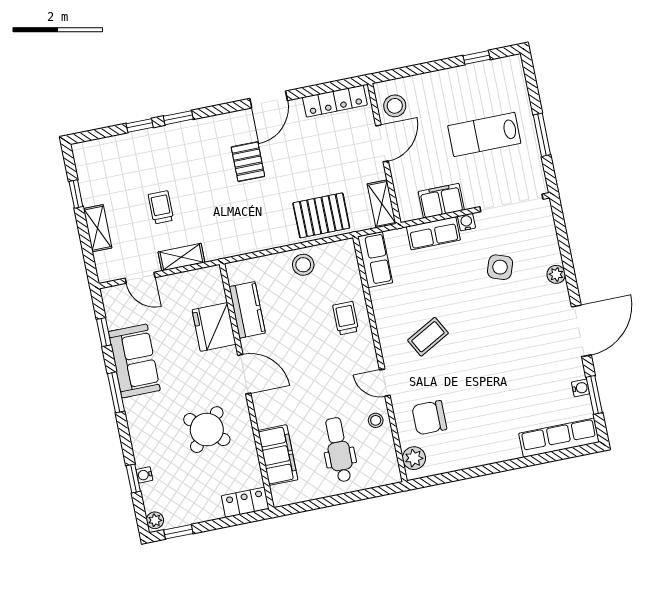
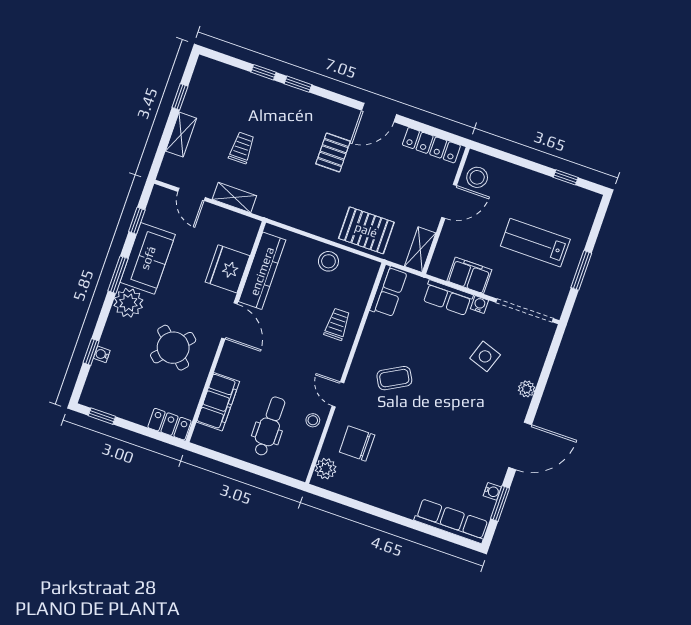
kitchen counter: (247, 310) -> (262, 271), width x1.50
plant: (155, 520) -> (128, 303), moved, width x1.88, depth x1.88

